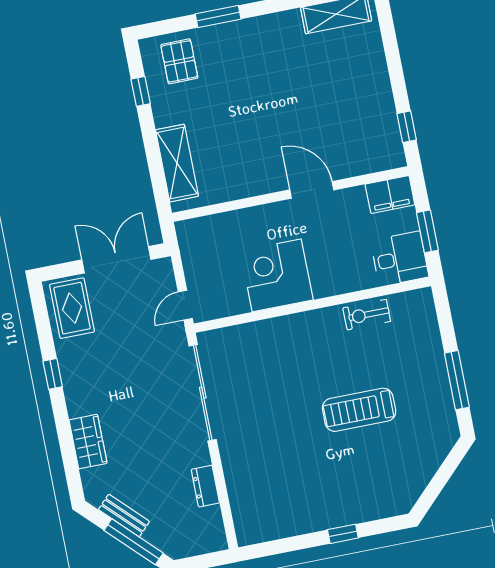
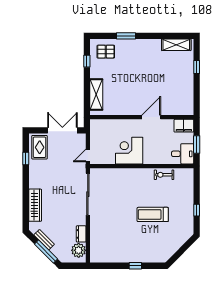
pallet: (179, 61) -> (106, 52), turned 90
window: (407, 127) -> (197, 67), moved
door: (312, 190) -> (151, 117), hinge flipped
window: (53, 374) -> (26, 159), moved
window: (457, 380) -> (197, 210), width x0.46
wardrobe: (88, 442) -> (35, 205), width x1.50
plant: (207, 524) -> (79, 250), added

